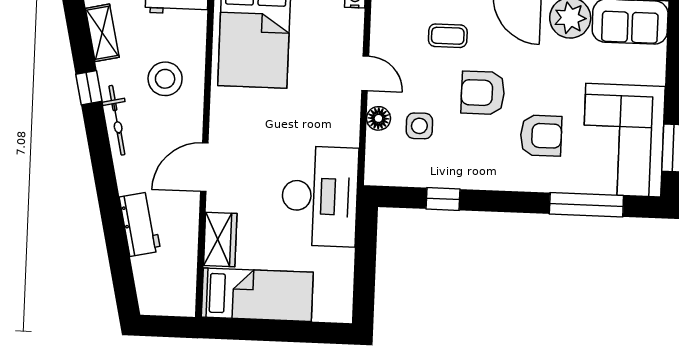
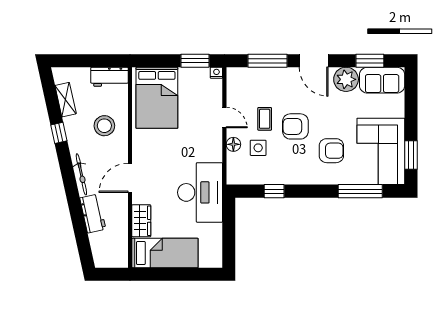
coffee table: (448, 36) -> (265, 119), moved, turned 90
bicycle: (117, 120) -> (81, 174), moved

